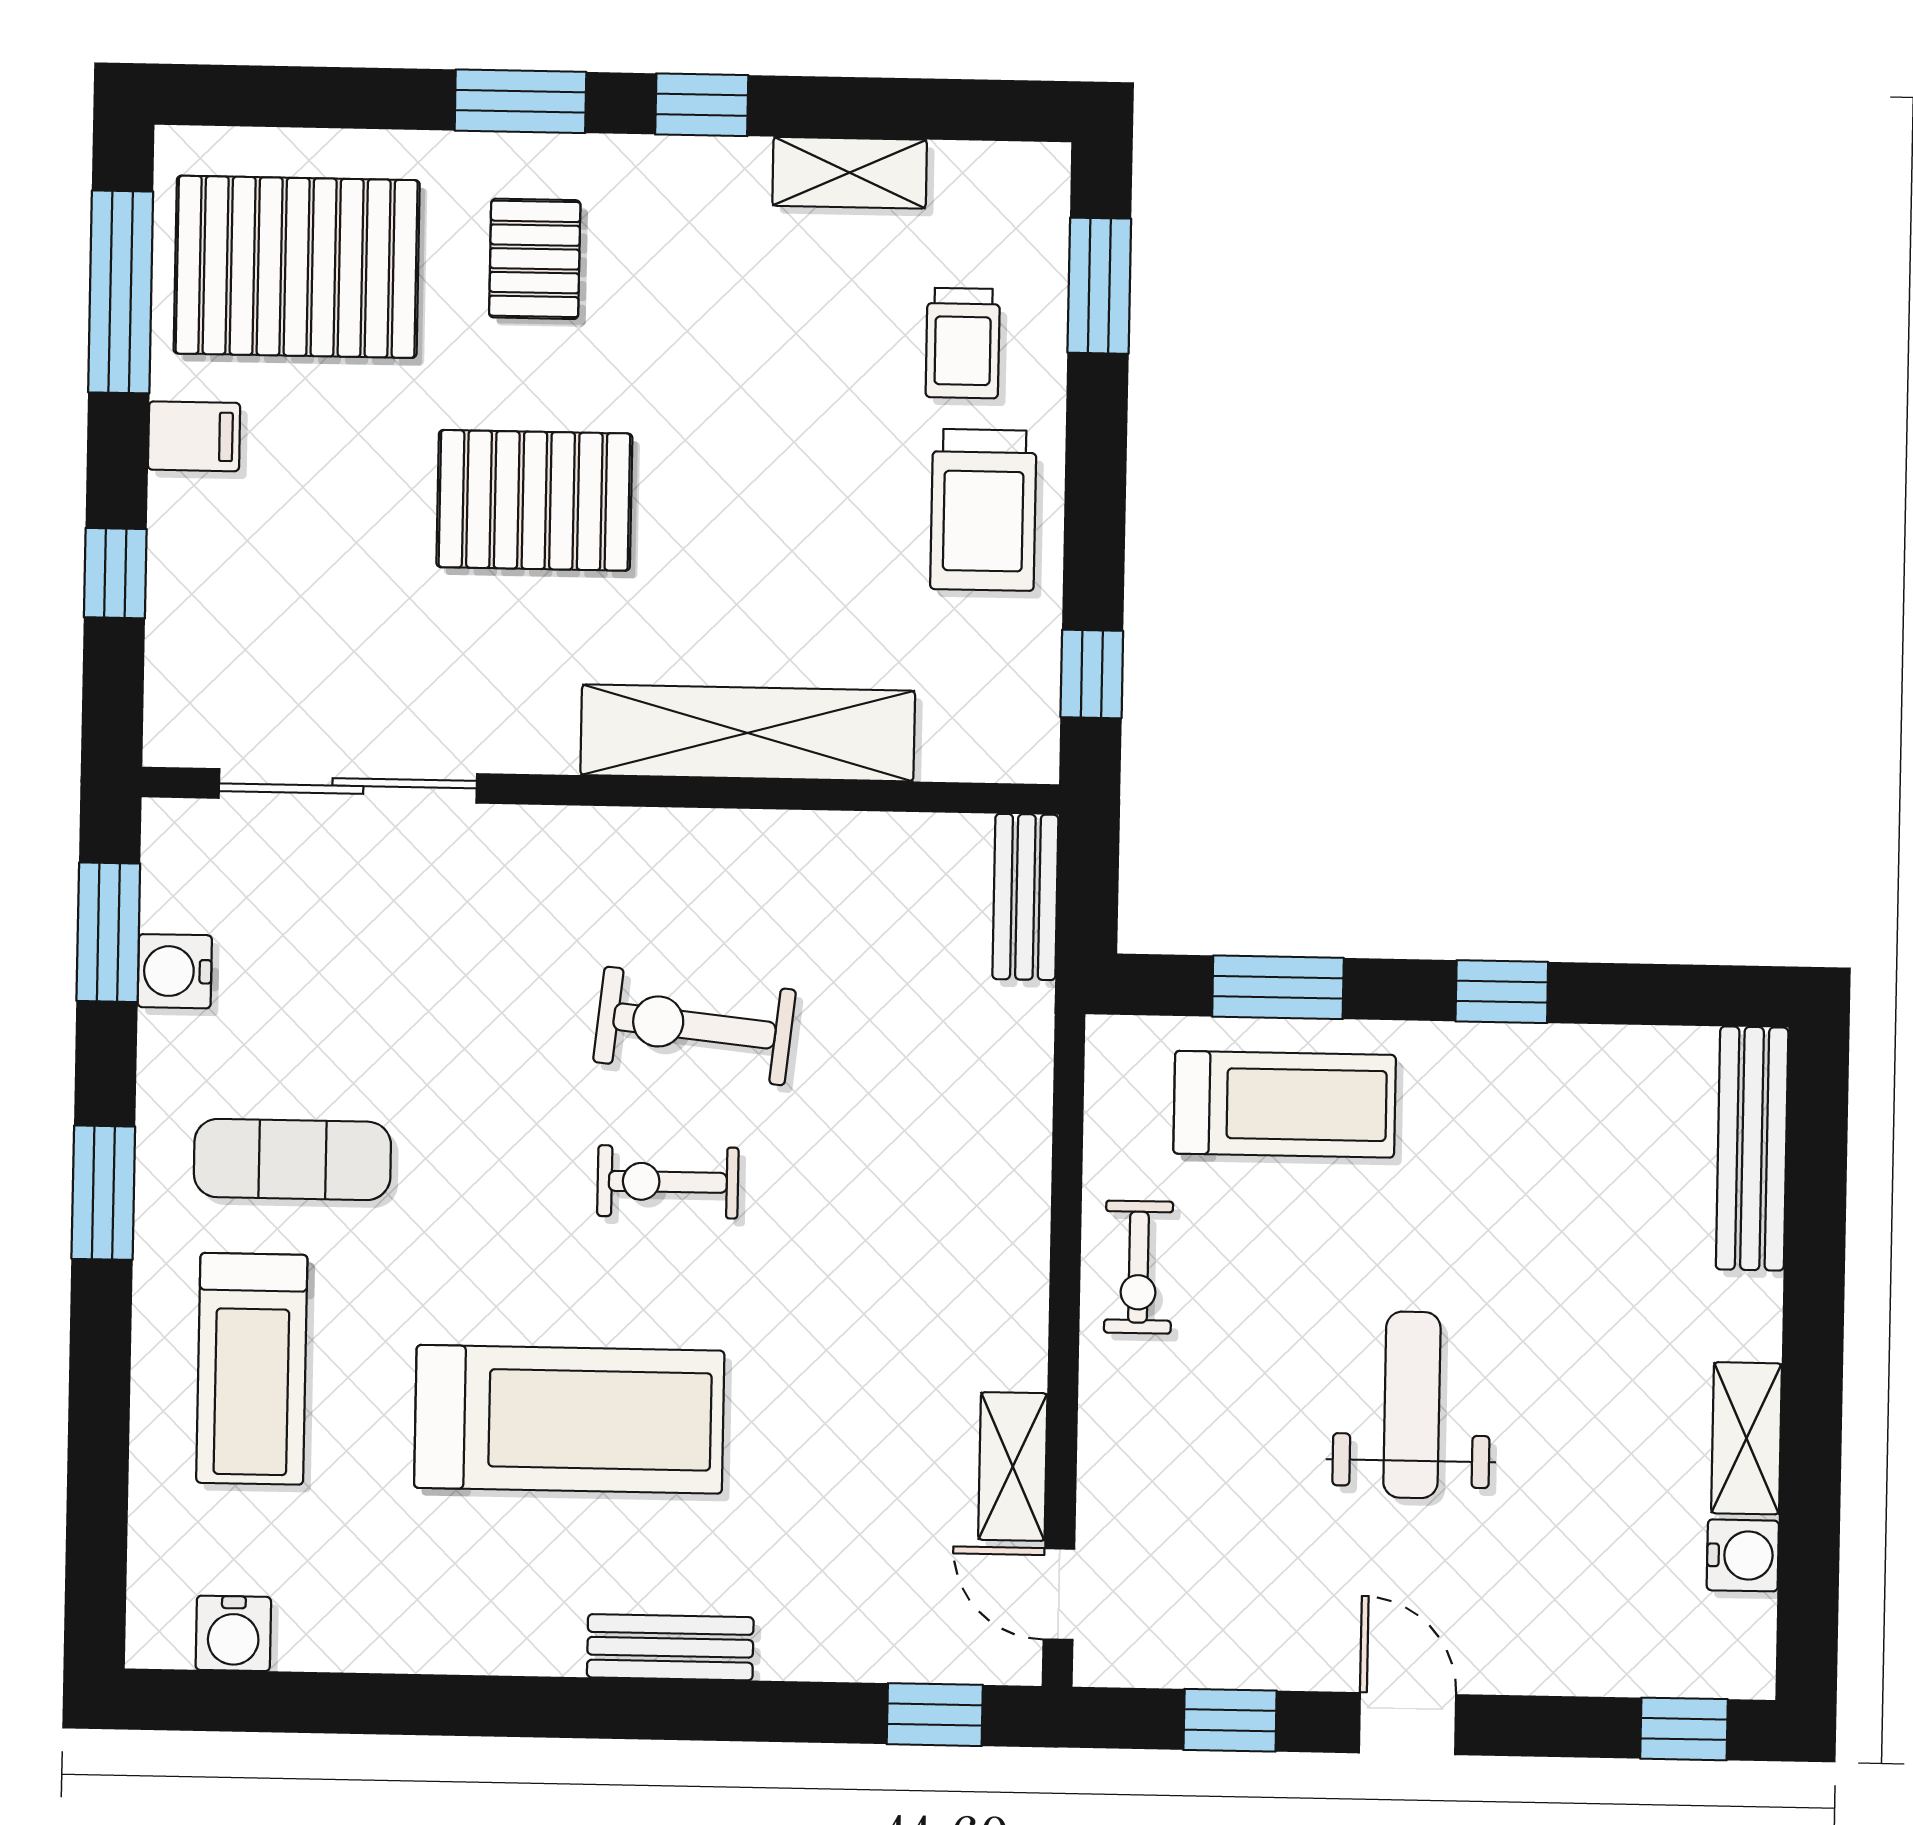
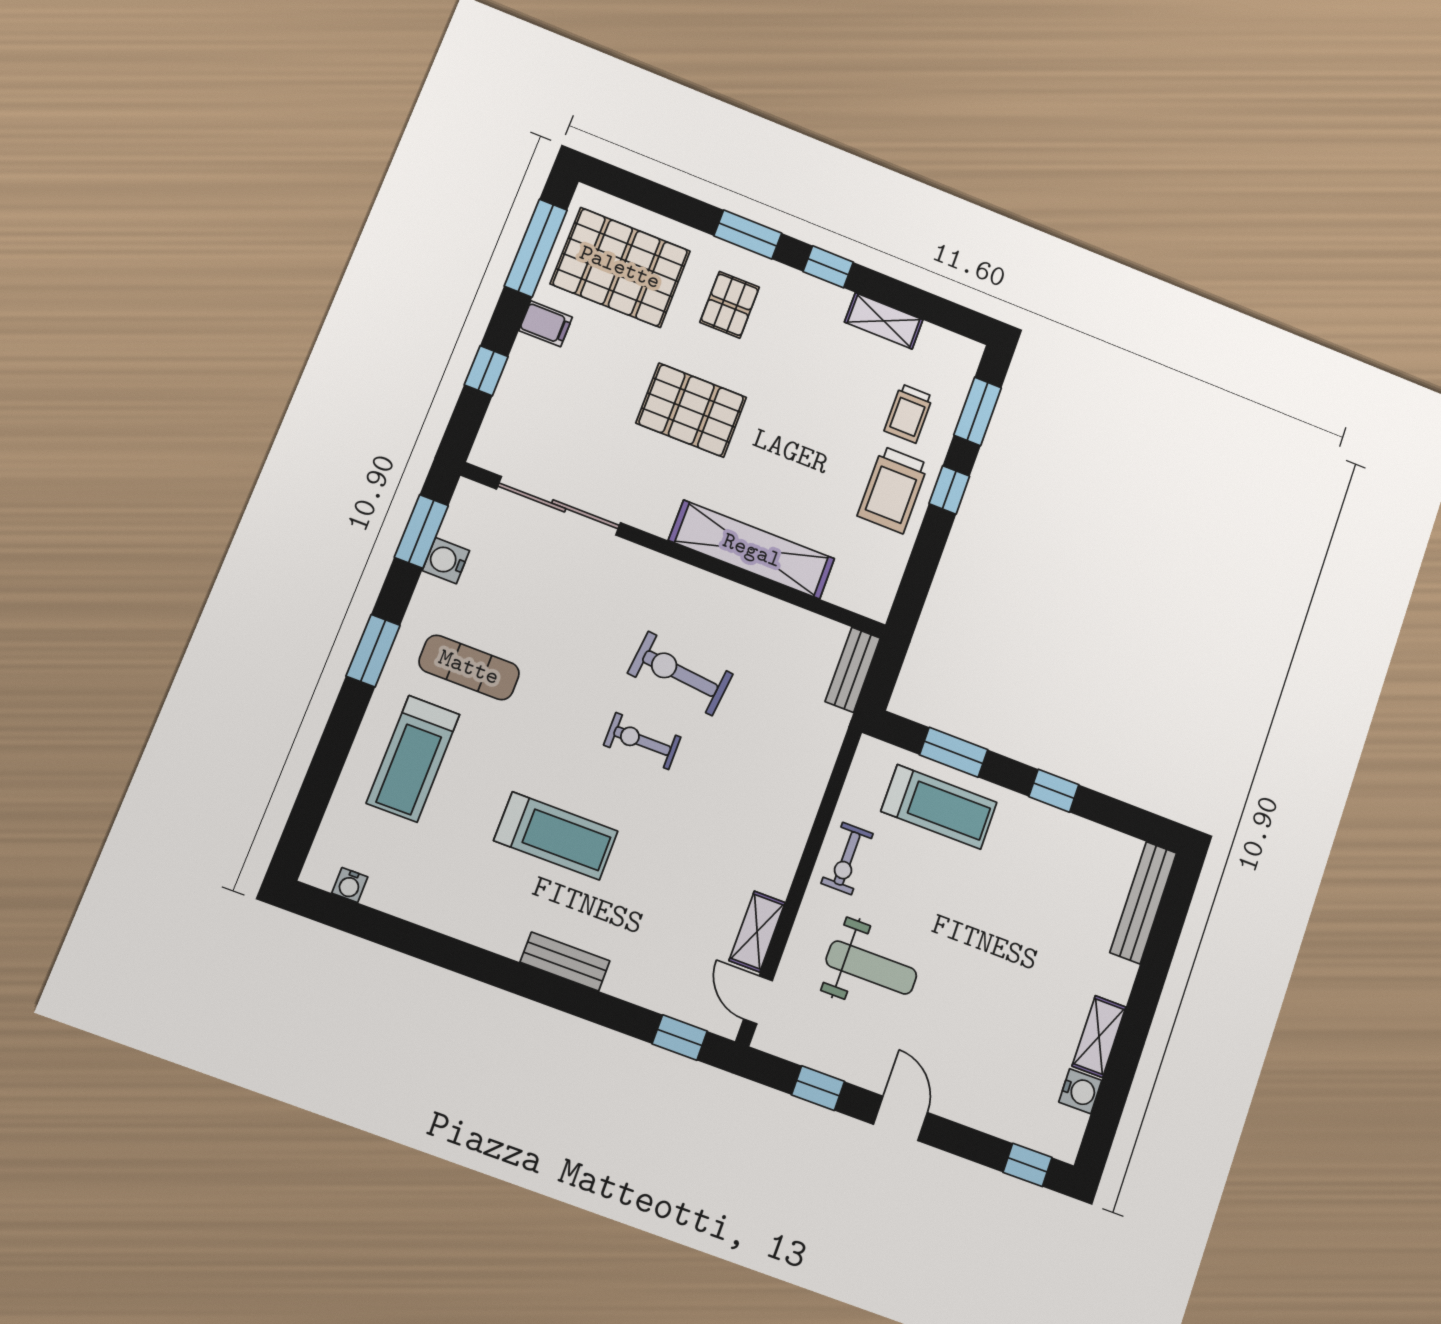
window: (1092, 674) -> (949, 490), moved
weight bench: (1412, 1405) -> (871, 968), moved, turned 90
treadmill: (569, 1419) -> (556, 836), width x0.73, depth x0.73
water cooler: (233, 1633) -> (350, 885), width x0.72, depth x0.72

